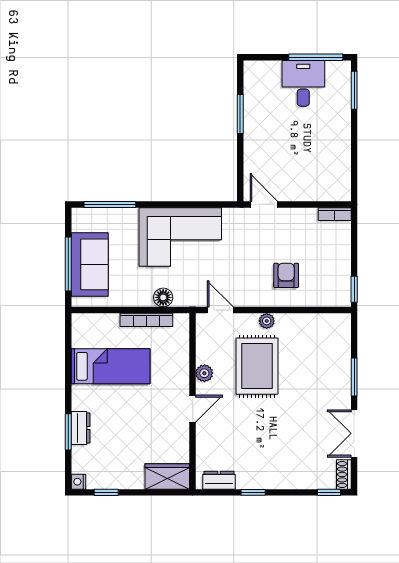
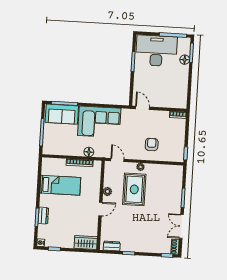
desk: (303, 83) -> (156, 51), width x1.87, depth x1.30
floor lamp: (342, 104) -> (185, 60), added
sofa: (90, 264) -> (62, 114), moved, turned 90

